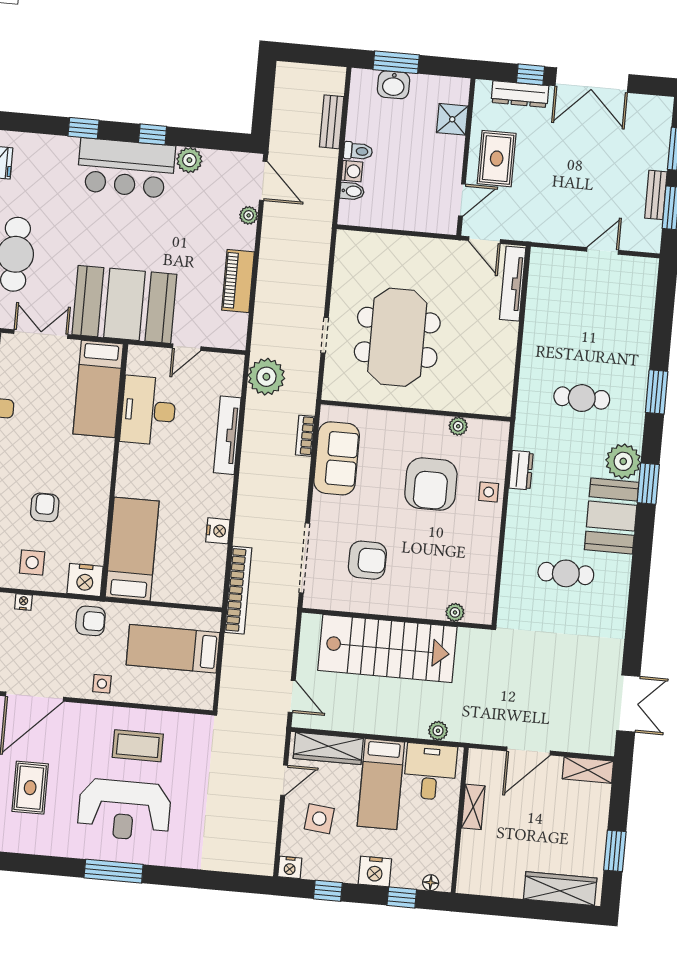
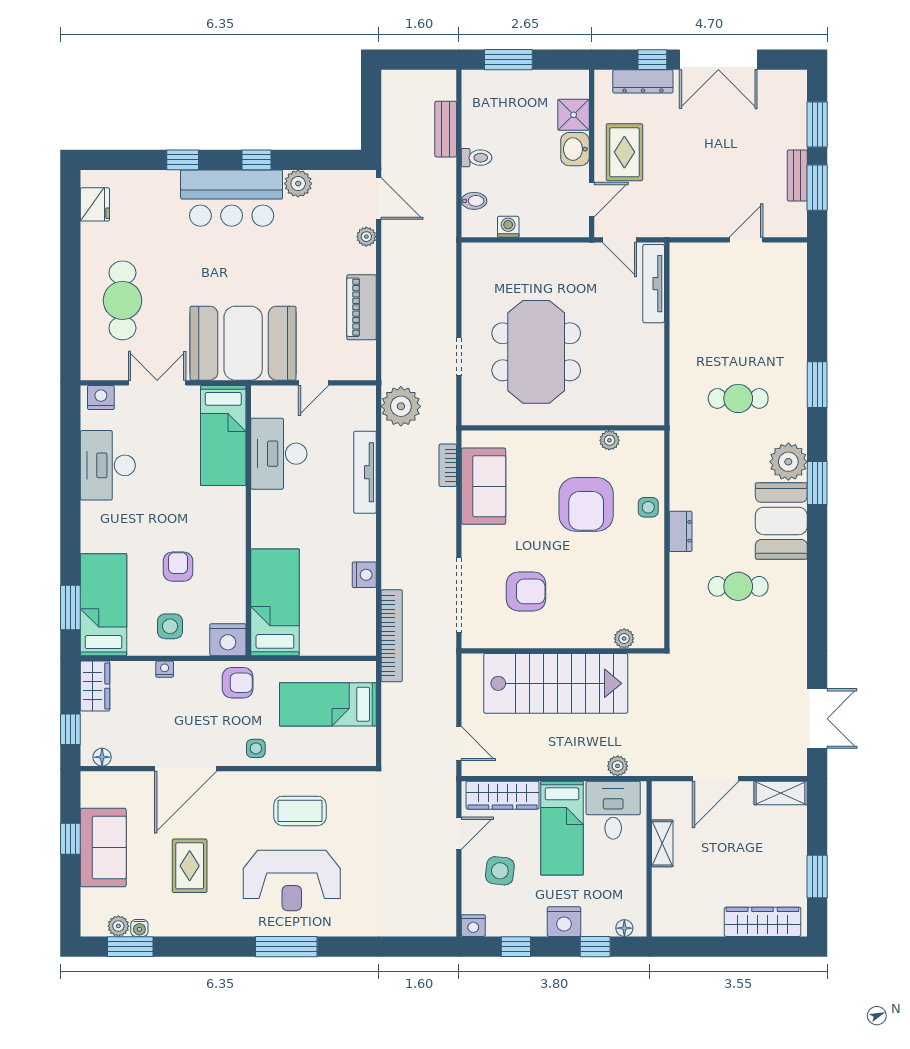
washbasin: (393, 85) -> (575, 149), moved, turned 90
washing machine: (352, 171) -> (508, 227), moved, turned -90
dresser: (521, 470) -> (681, 531), moved

